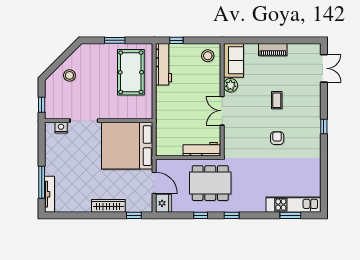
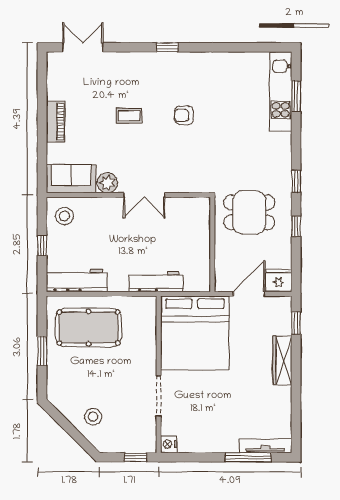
window: (176, 40) -> (42, 246), moved
nightstand: (61, 128) -> (169, 444), moved
workbench: (202, 149) -> (156, 282), moved, turned 90
dining table: (210, 183) -> (249, 212), width x0.73

